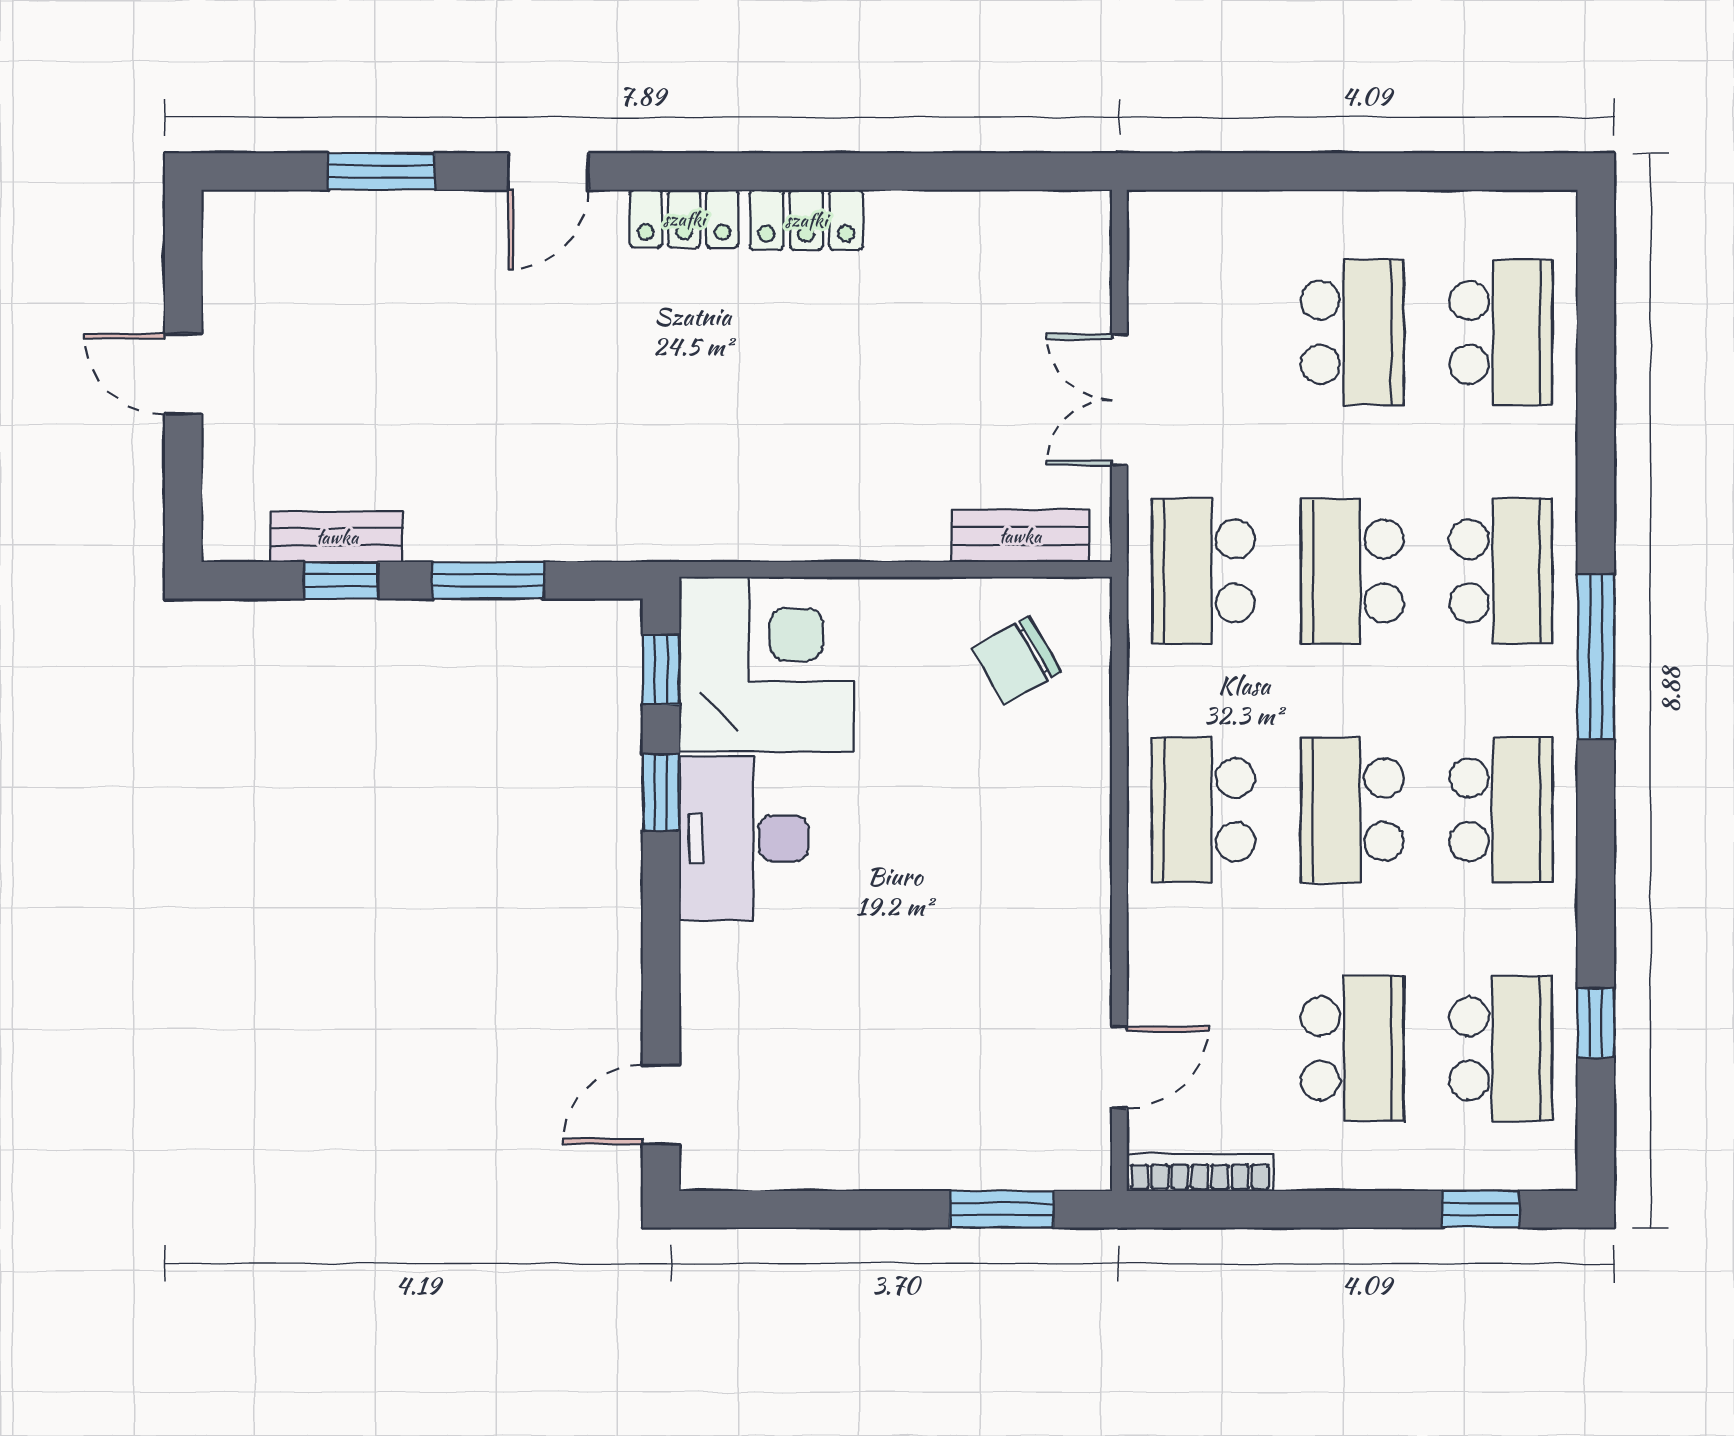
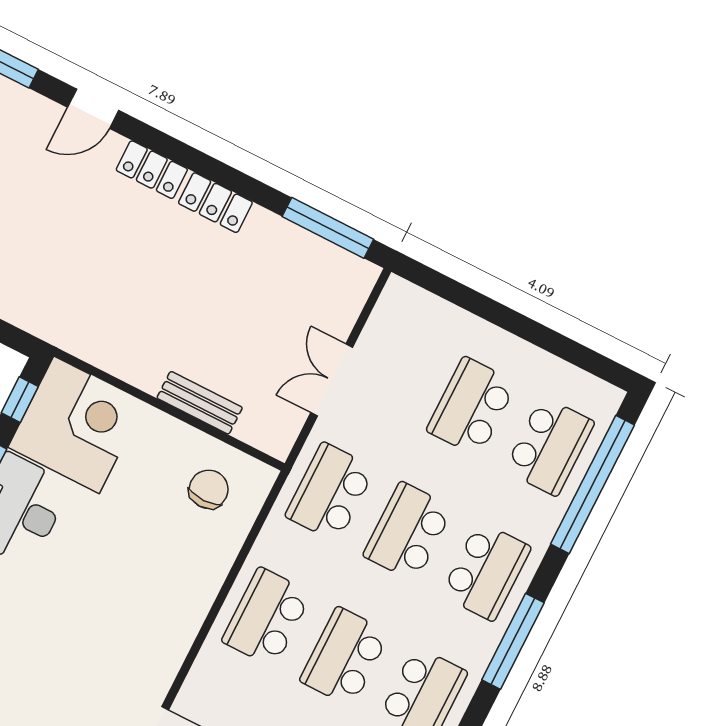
window: (996, 172) -> (328, 228), added
school desk: (1352, 332) -> (471, 407), turned 180
window: (1596, 357) -> (592, 484), added
bench: (1020, 536) -> (200, 403), moved
chair: (1017, 660) -> (209, 489), turned 120

